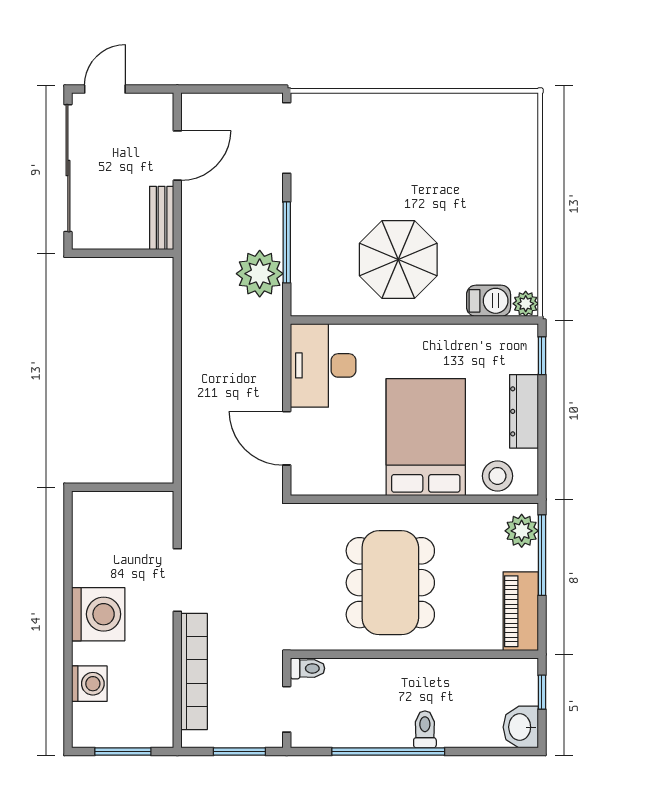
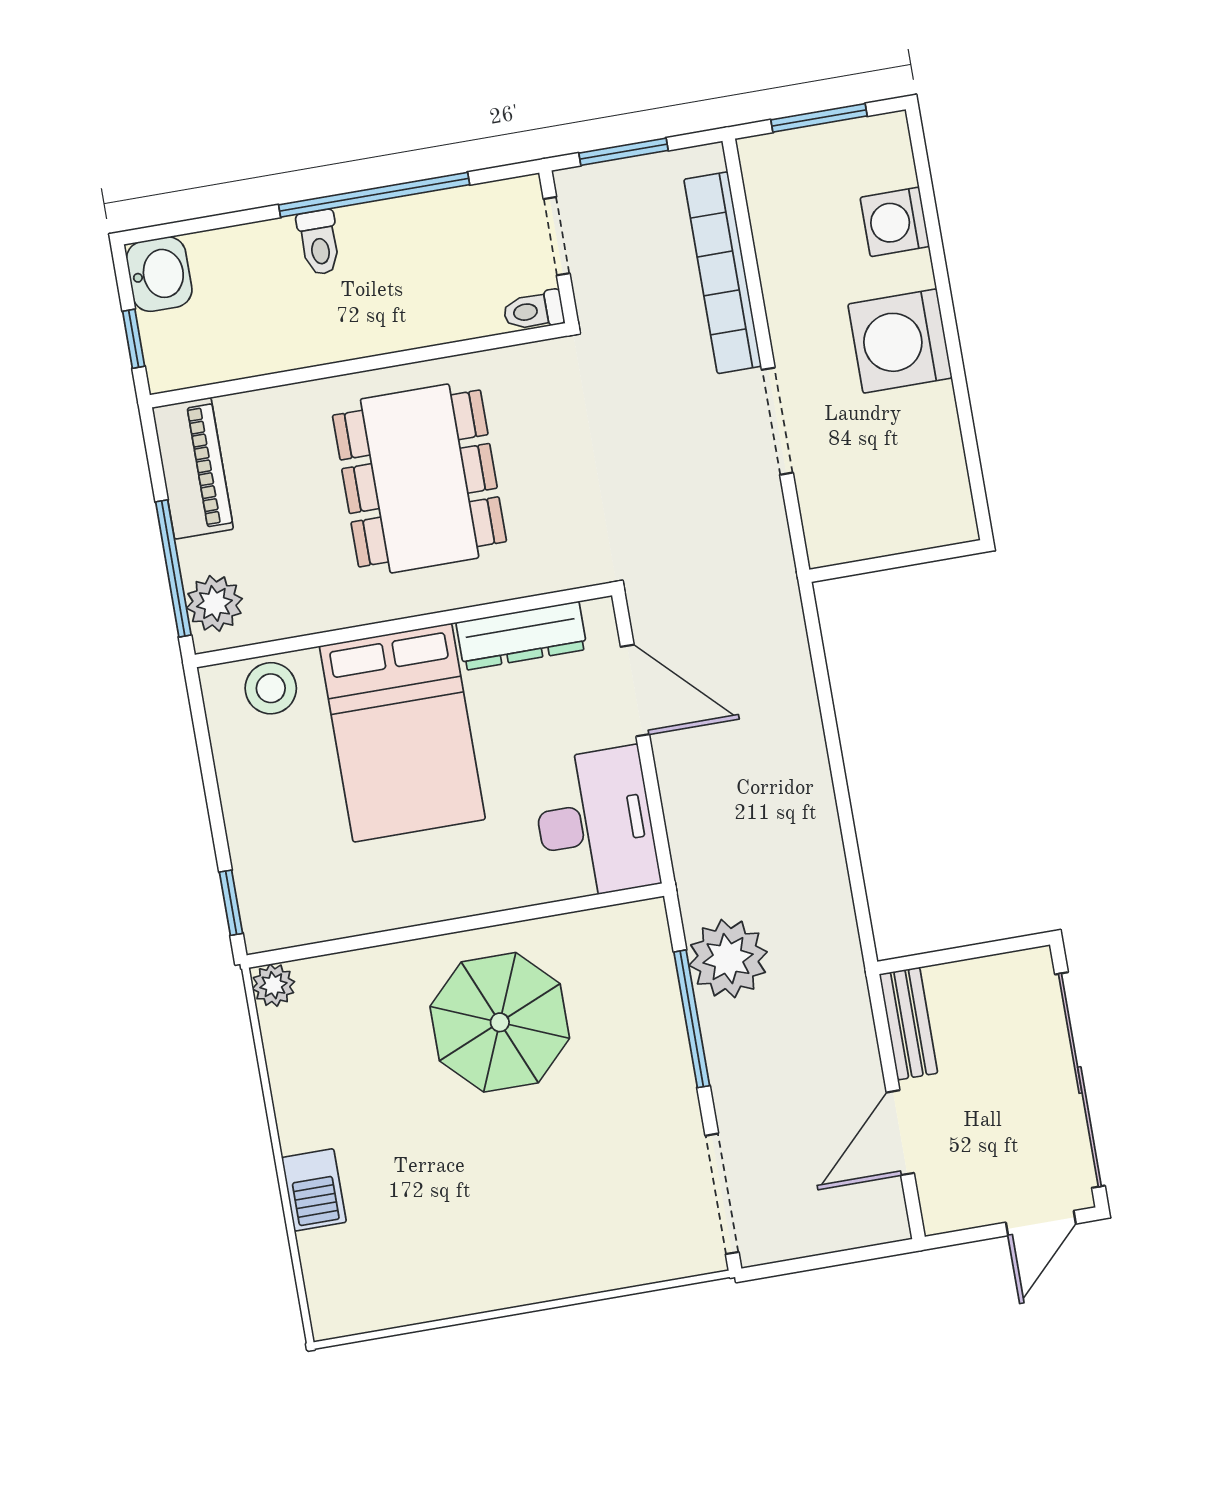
barbecue: (489, 301) -> (314, 1190), moved, turned -90
dresser: (524, 411) -> (521, 636), moved, turned 90

